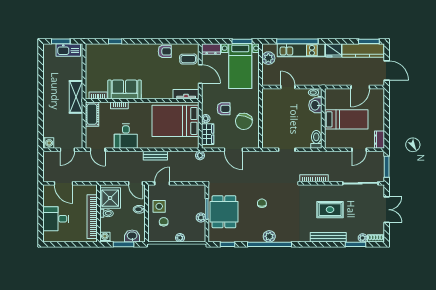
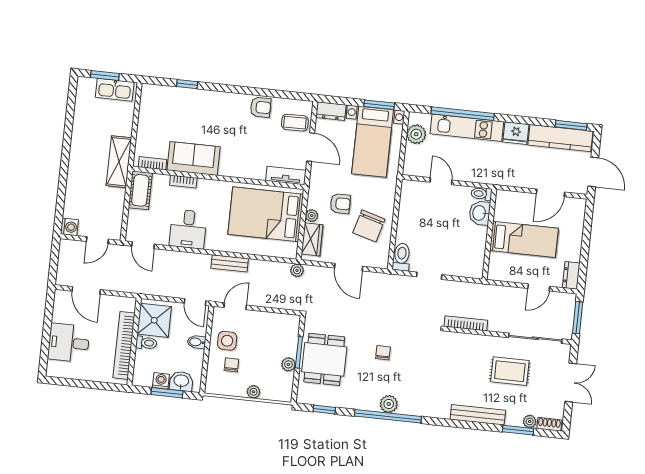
toilet: (316, 139) -> (402, 257), moved
rug: (330, 210) -> (510, 371), moved
washing machine: (105, 237) -> (161, 381), moved

